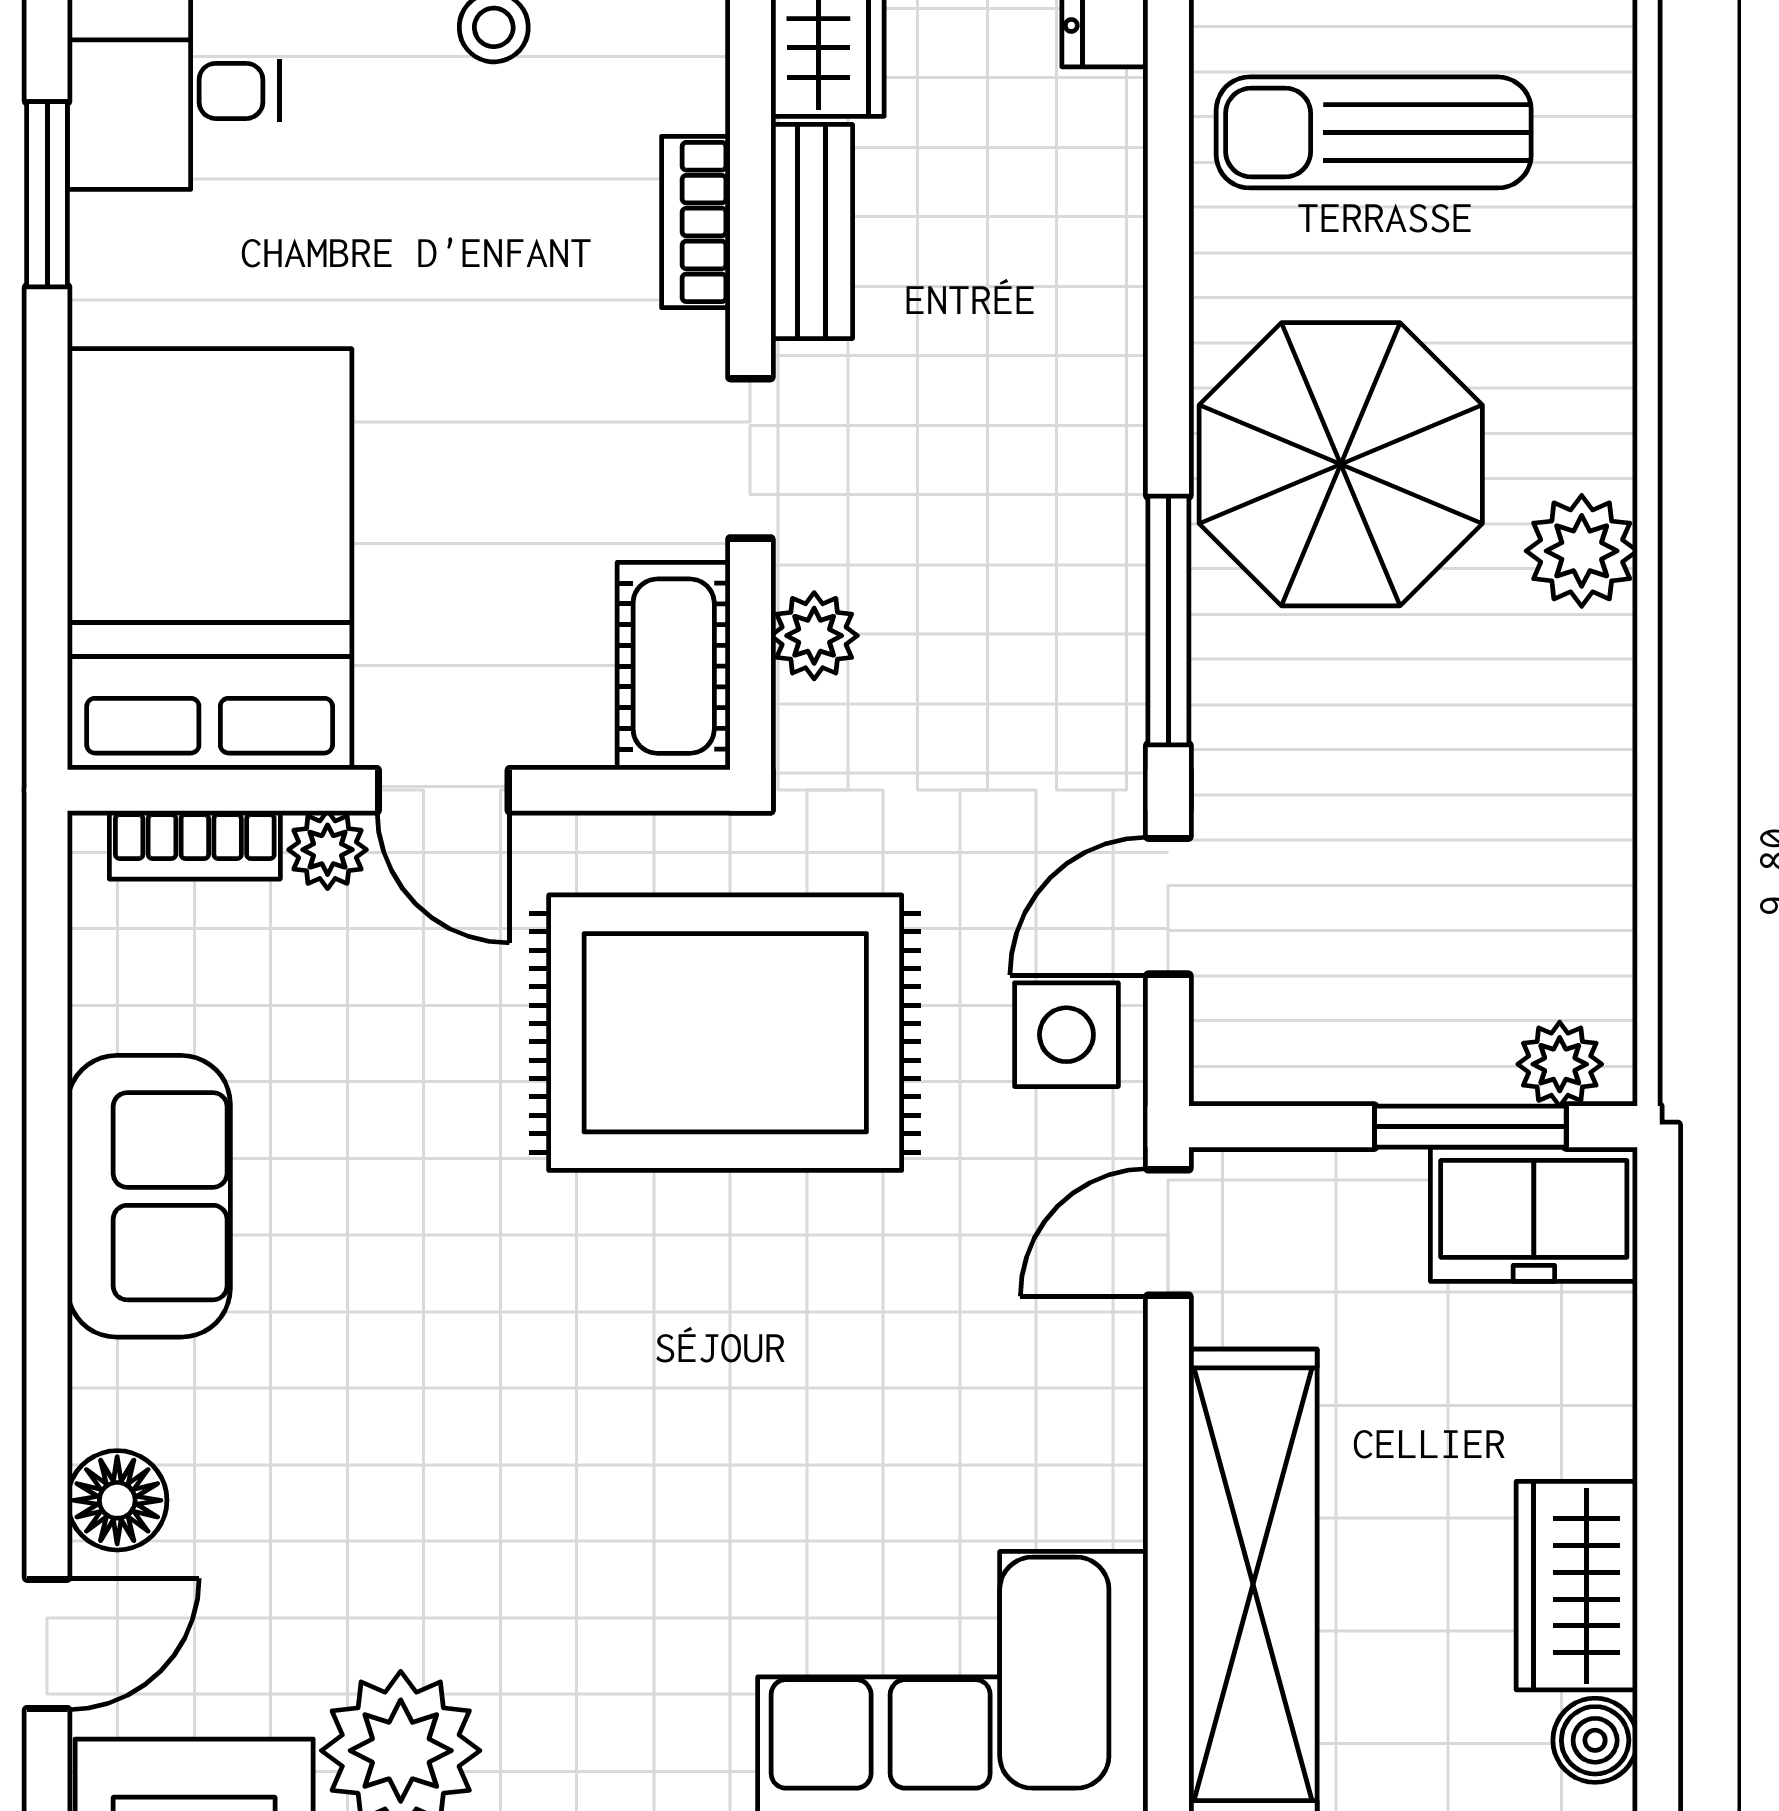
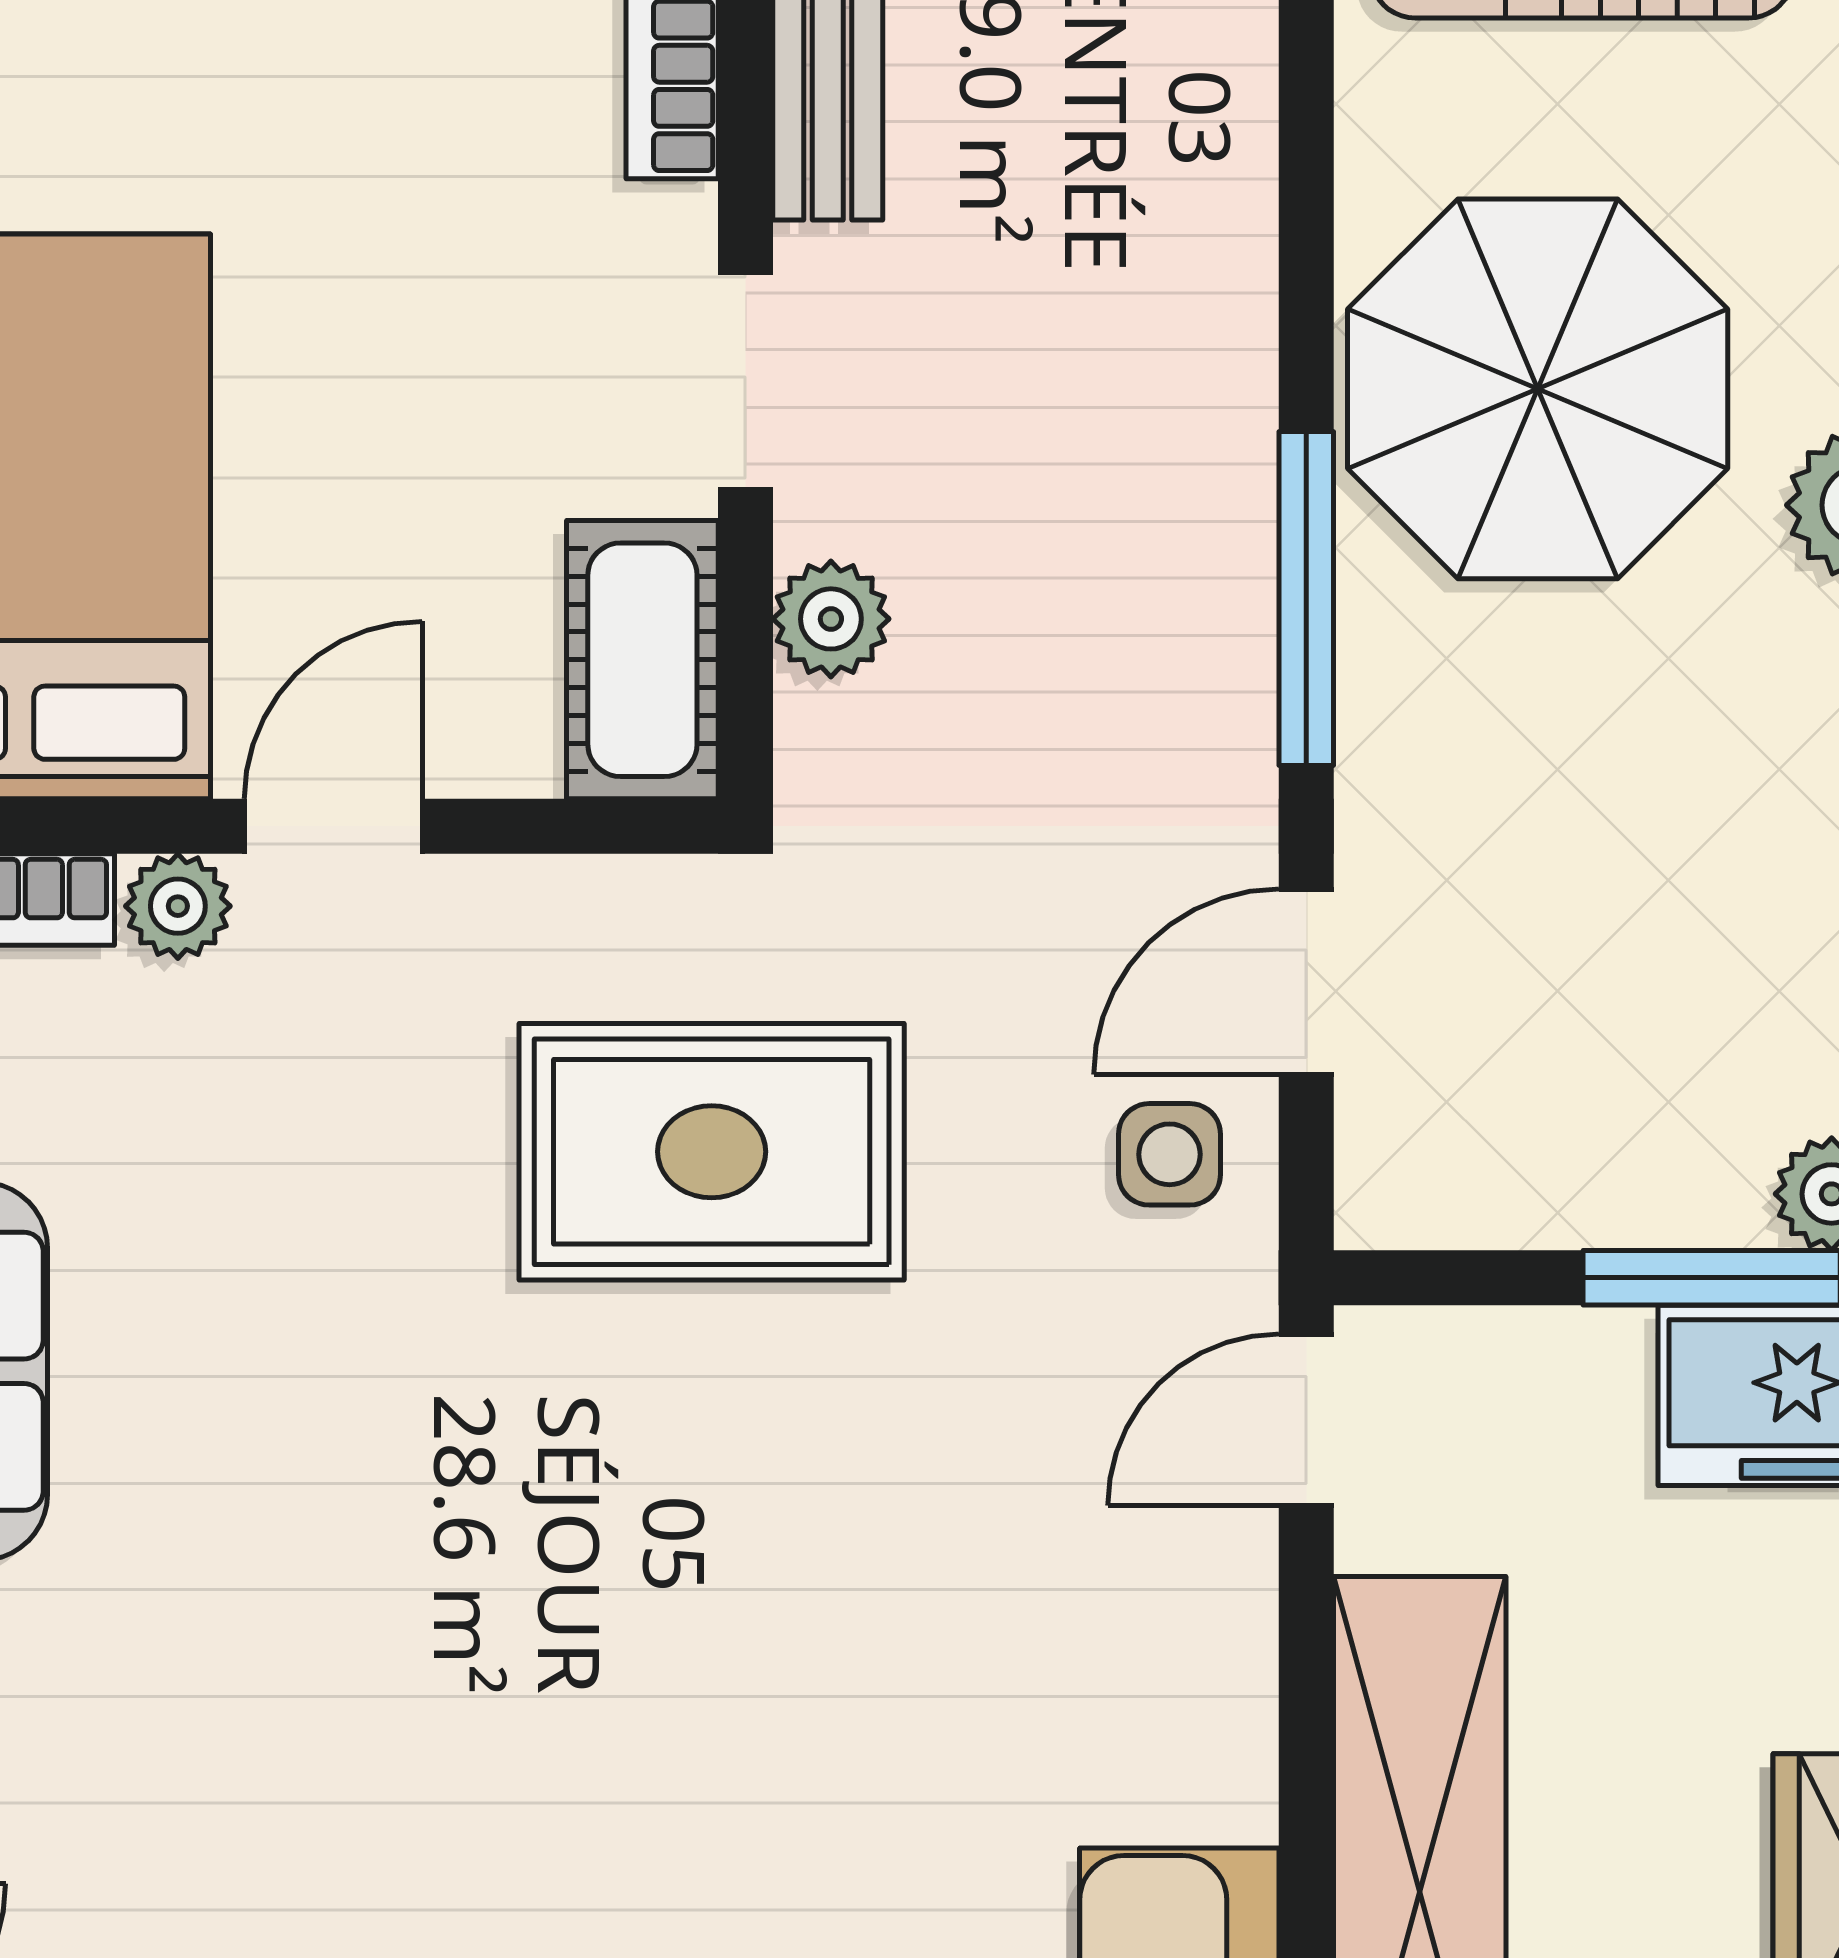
door: (443, 790) -> (333, 826), swing flipped
rug: (725, 1033) -> (712, 1152), width x0.73, depth x0.69
side table: (1066, 1035) -> (1170, 1154), width x0.73, depth x0.73

